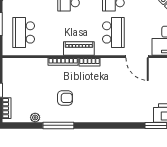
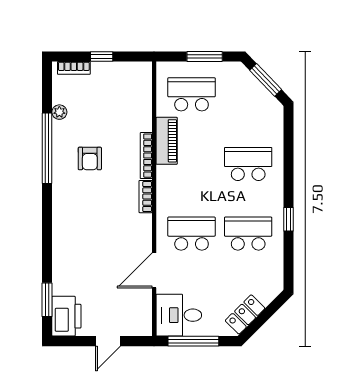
school desk: (113, 32) -> (192, 234), turned 180
piano: (79, 49) -> (167, 141), moved
window: (58, 125) -> (47, 148), width x1.46

